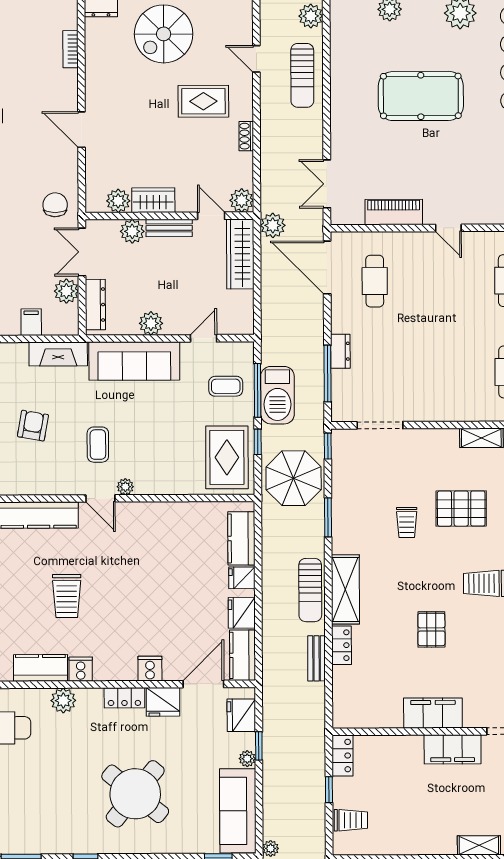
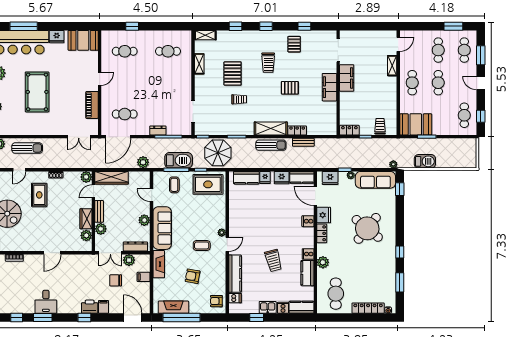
chair: (55, 205) -> (116, 280), moved
plant: (273, 225) -> (143, 162), moved
trolley: (67, 596) -> (273, 261), turned 75

